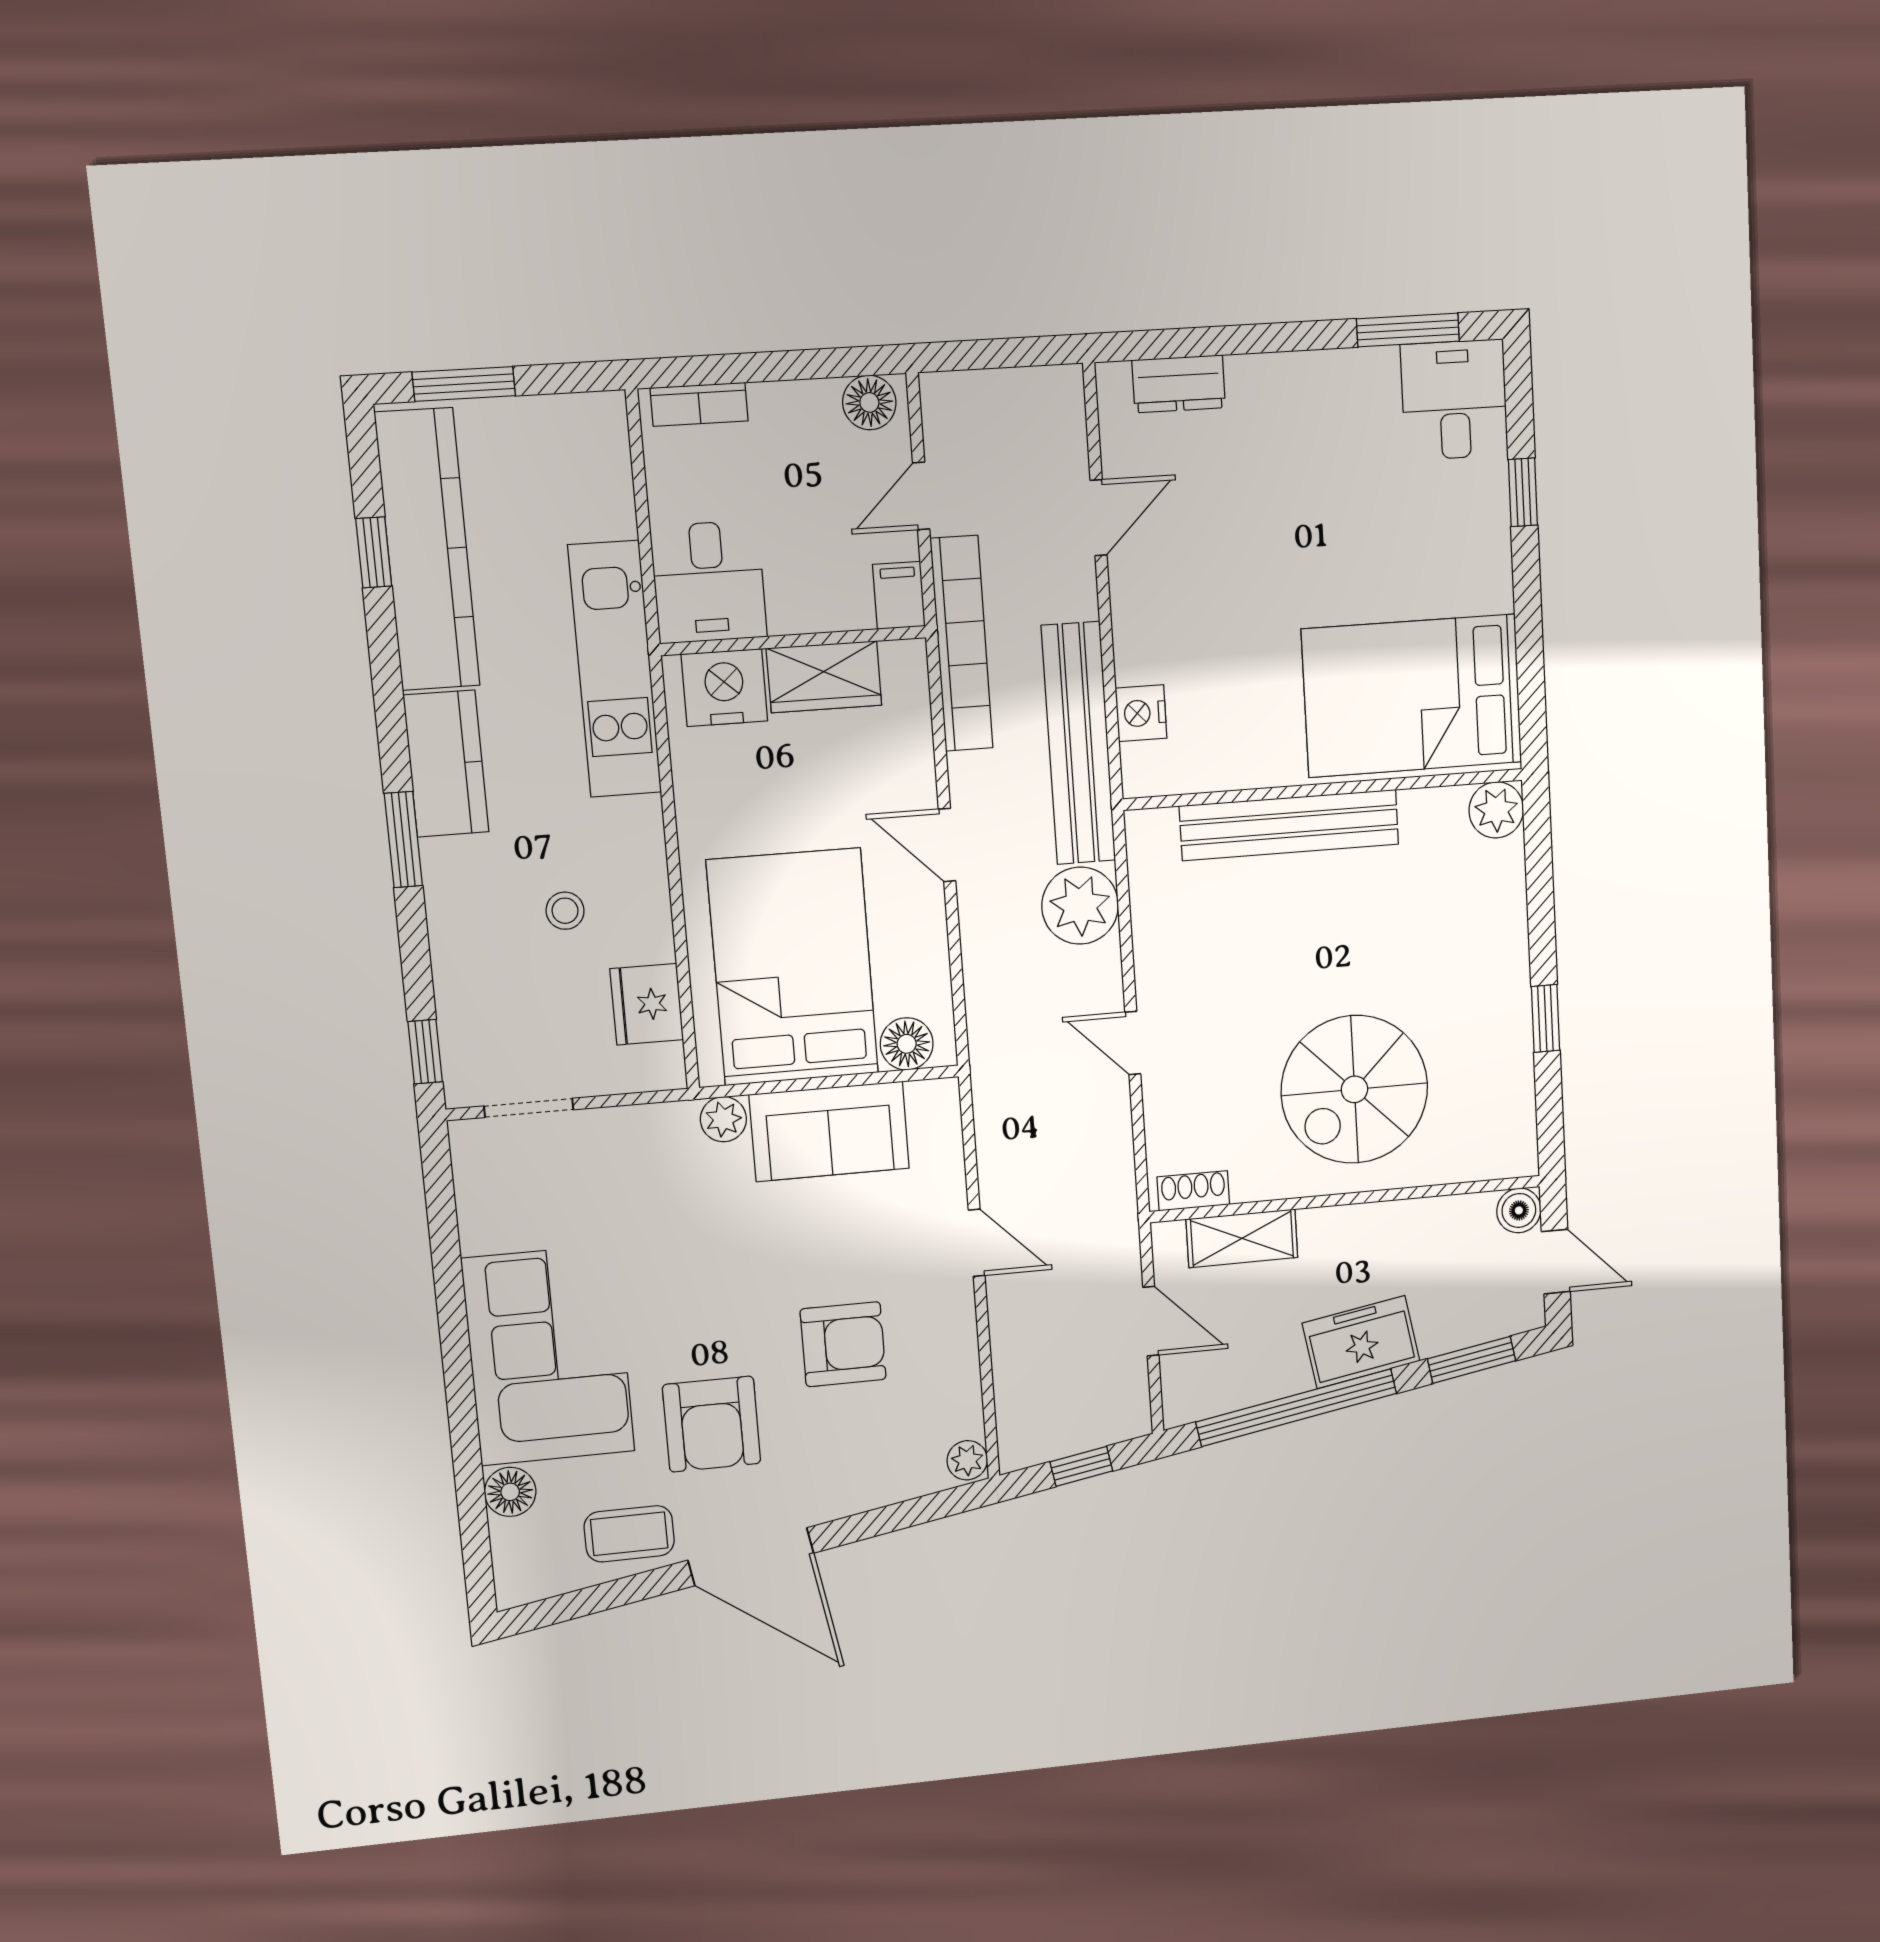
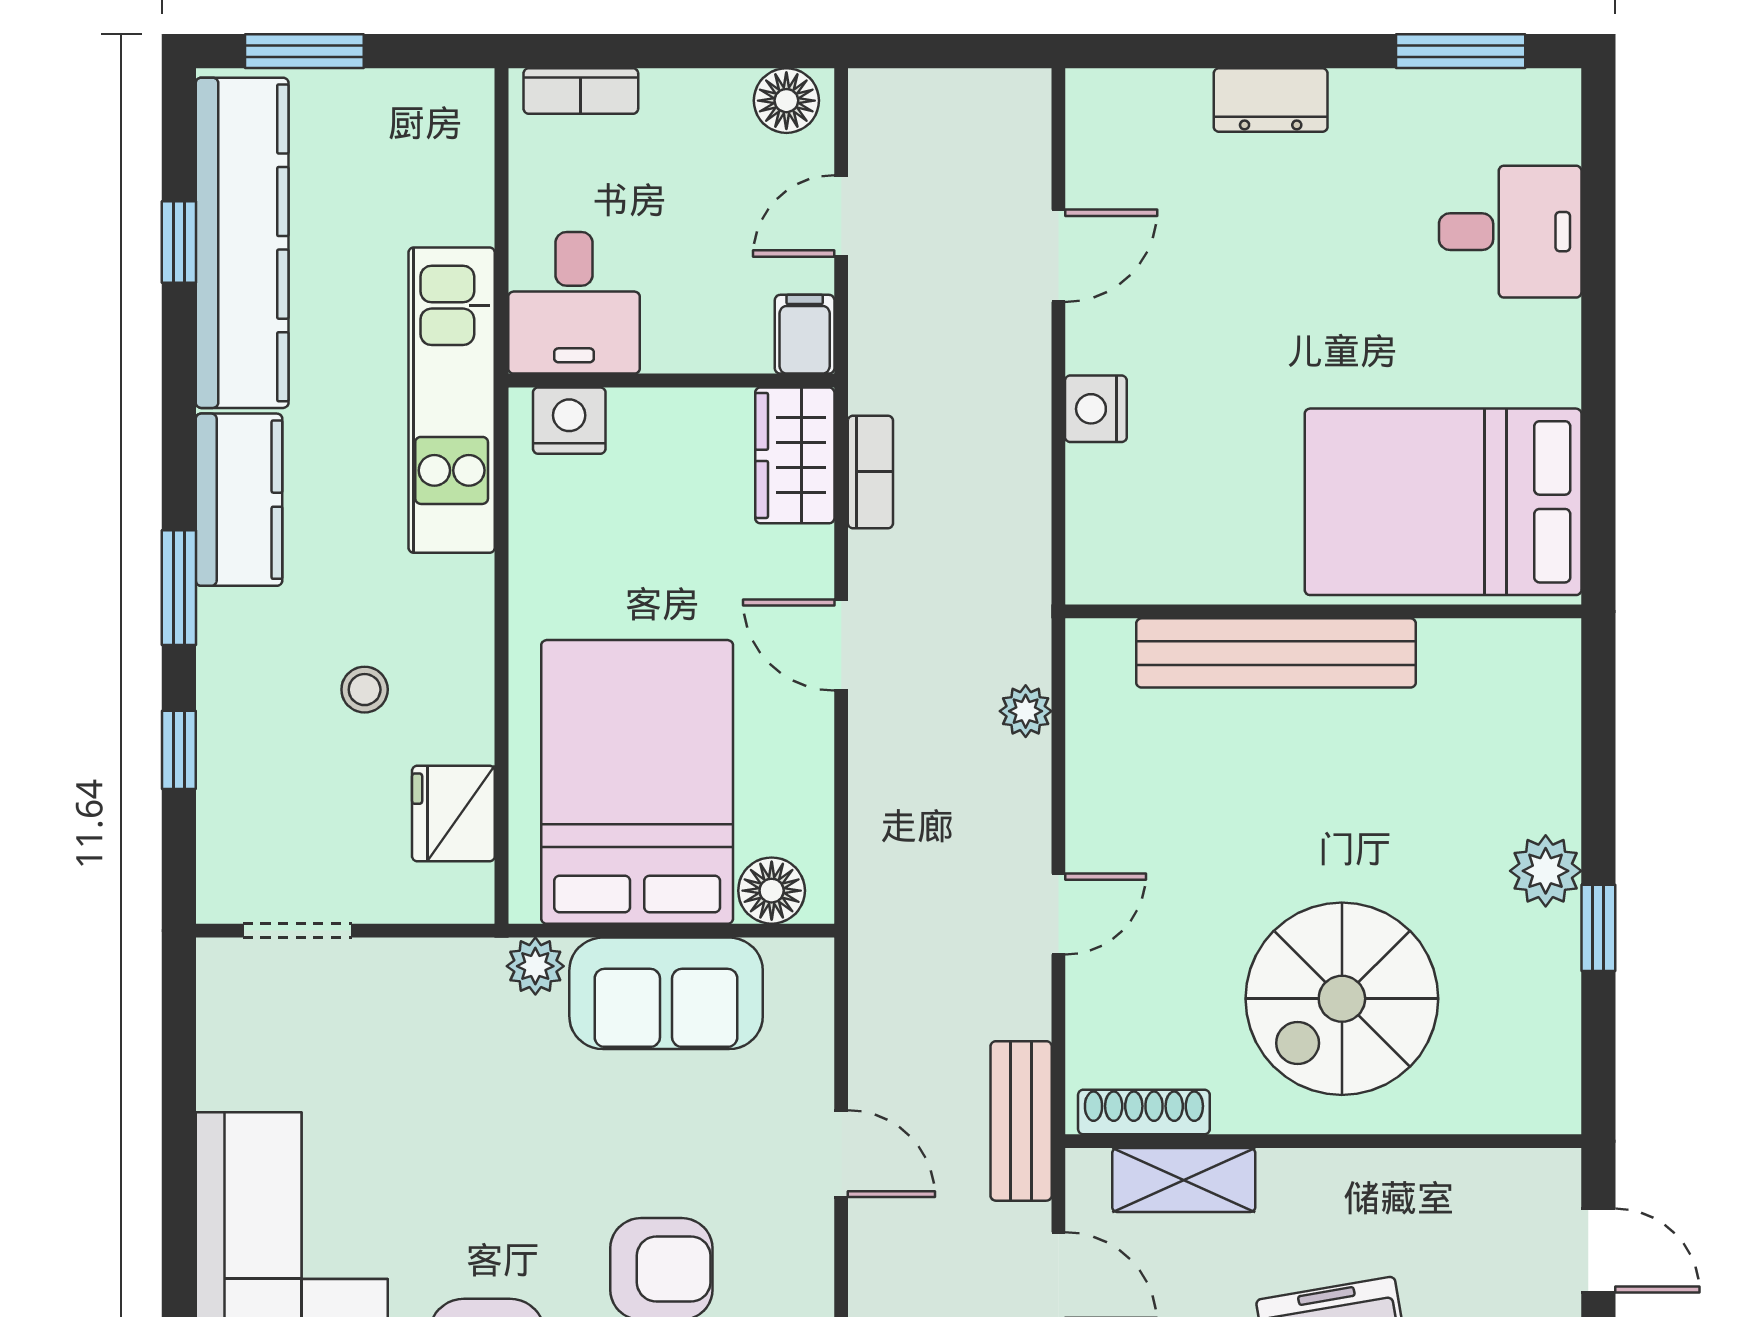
dresser: (1179, 384) -> (1271, 100), moved
desk: (1454, 400) -> (1510, 232), moved, turned 90
window: (1523, 492) -> (1598, 258), removed
bookcase: (962, 644) -> (870, 472), width x0.43, depth x0.76
wardrobe: (824, 677) -> (795, 455), moved, turned 90
nightstand: (724, 688) -> (569, 421), width x0.74, depth x0.75
nightstand: (1141, 713) -> (1096, 409), moved
bench: (1078, 743) -> (1021, 1121), moved, width x0.54, depth x0.82
plant: (1496, 810) -> (1546, 871), moved
plant: (1080, 906) -> (1026, 711), width x0.53, depth x0.53
door: (1133, 1043) -> (1058, 914), swing flipped
window: (425, 1052) -> (179, 750), moved
shoe rack: (1193, 1191) -> (1144, 1112), width x1.43
boiler: (1519, 1210) -> (1552, 1178), removed

